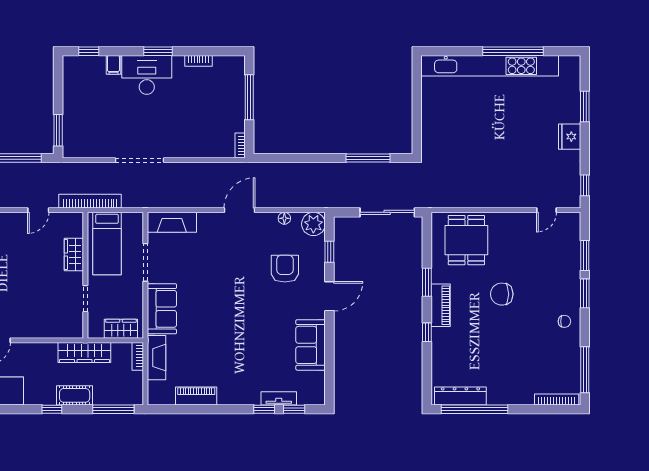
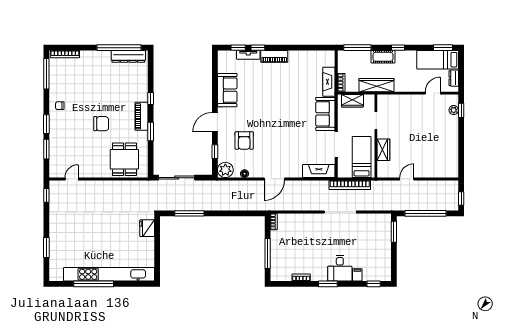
desk: (147, 75) -> (340, 268), width x0.73
fridge: (570, 137) -> (147, 228), moved, turned 180
bookcase: (90, 201) -> (350, 185), moved
piano: (196, 396) -> (274, 56), moved

